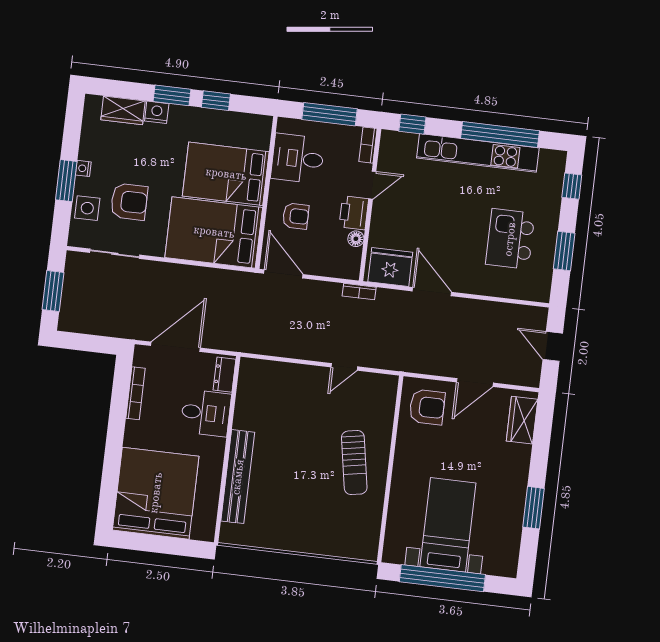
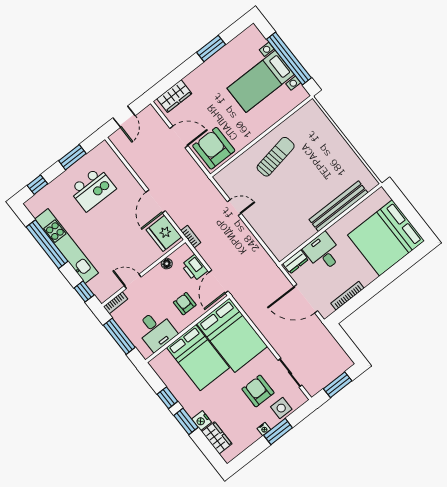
printer: (354, 213) -> (194, 268), moved, turned 90
armchair: (427, 407) -> (214, 148), width x1.36, depth x1.36

